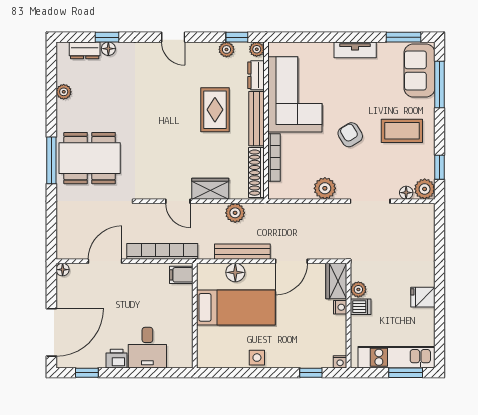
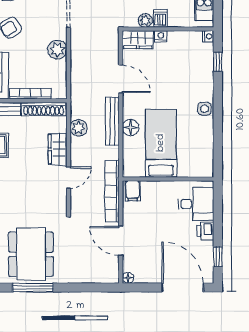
filing cabinet: (181, 275) -> (133, 191), moved
bed: (236, 307) -> (161, 143), moved
wall: (195, 316) -> (168, 179), moved

